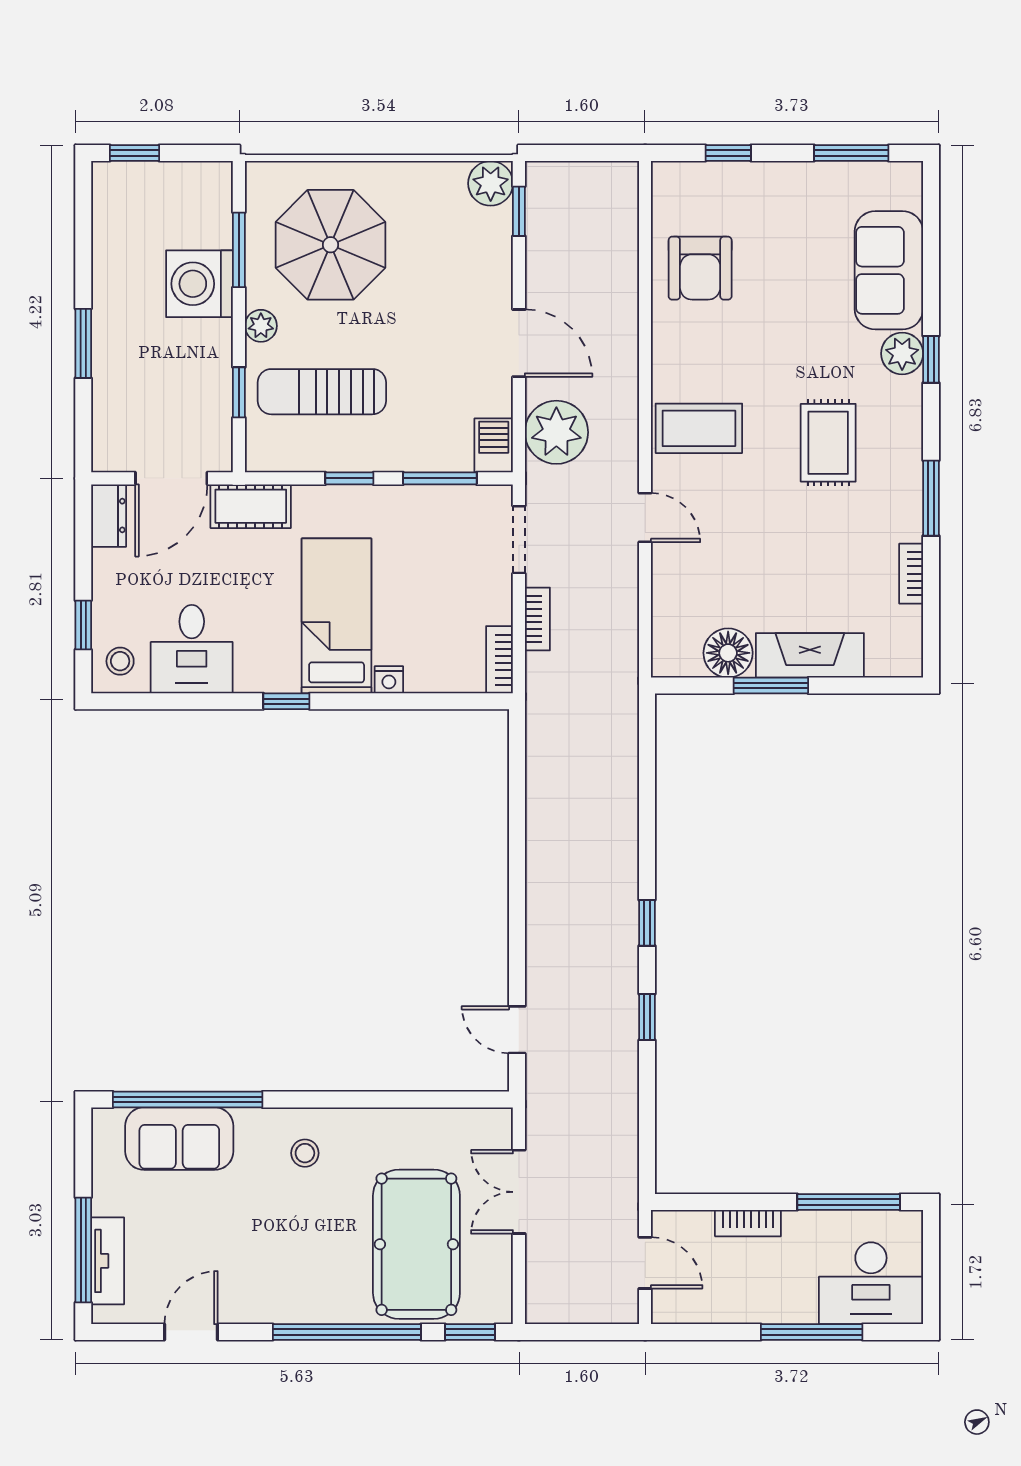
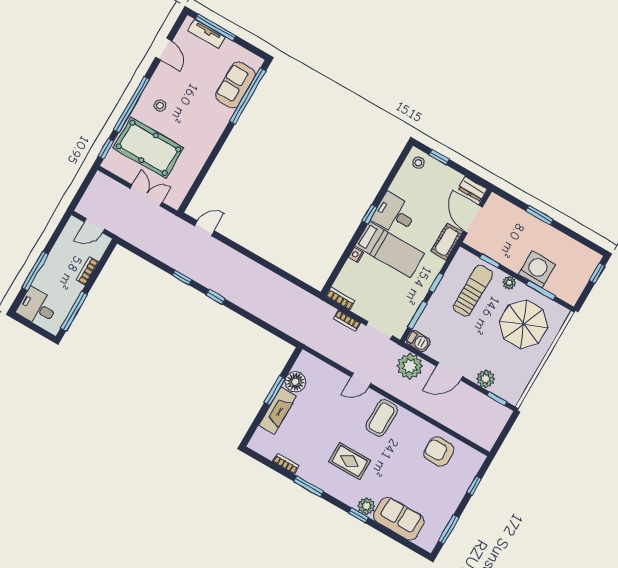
plant: (491, 183) -> (486, 379), moved
desk: (192, 649) -> (394, 214), moved
stool: (305, 1153) -> (160, 106), moved
desk: (871, 1283) -> (37, 307), width x0.73

